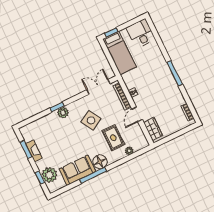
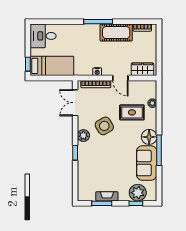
cot: (173, 93) -> (116, 33), added
plant: (63, 113) -> (83, 136), moved

